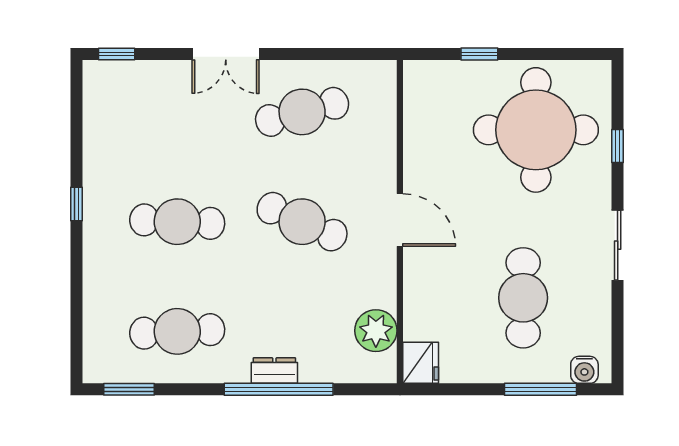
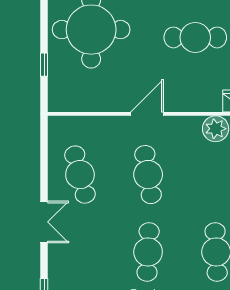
cafe table: (302, 222) -> (148, 175), turned -33

